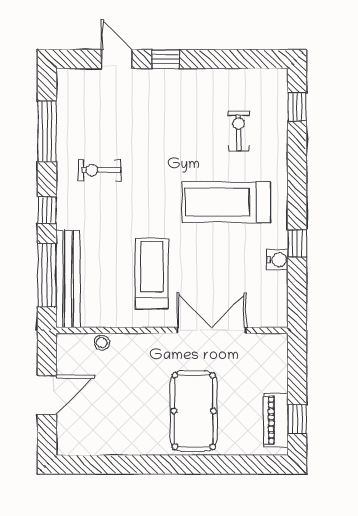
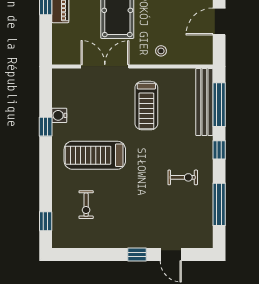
treadmill: (226, 202) -> (95, 155), turned 180
double door: (211, 330) -> (105, 66), swing flipped
stool: (102, 343) -> (161, 51), moved

